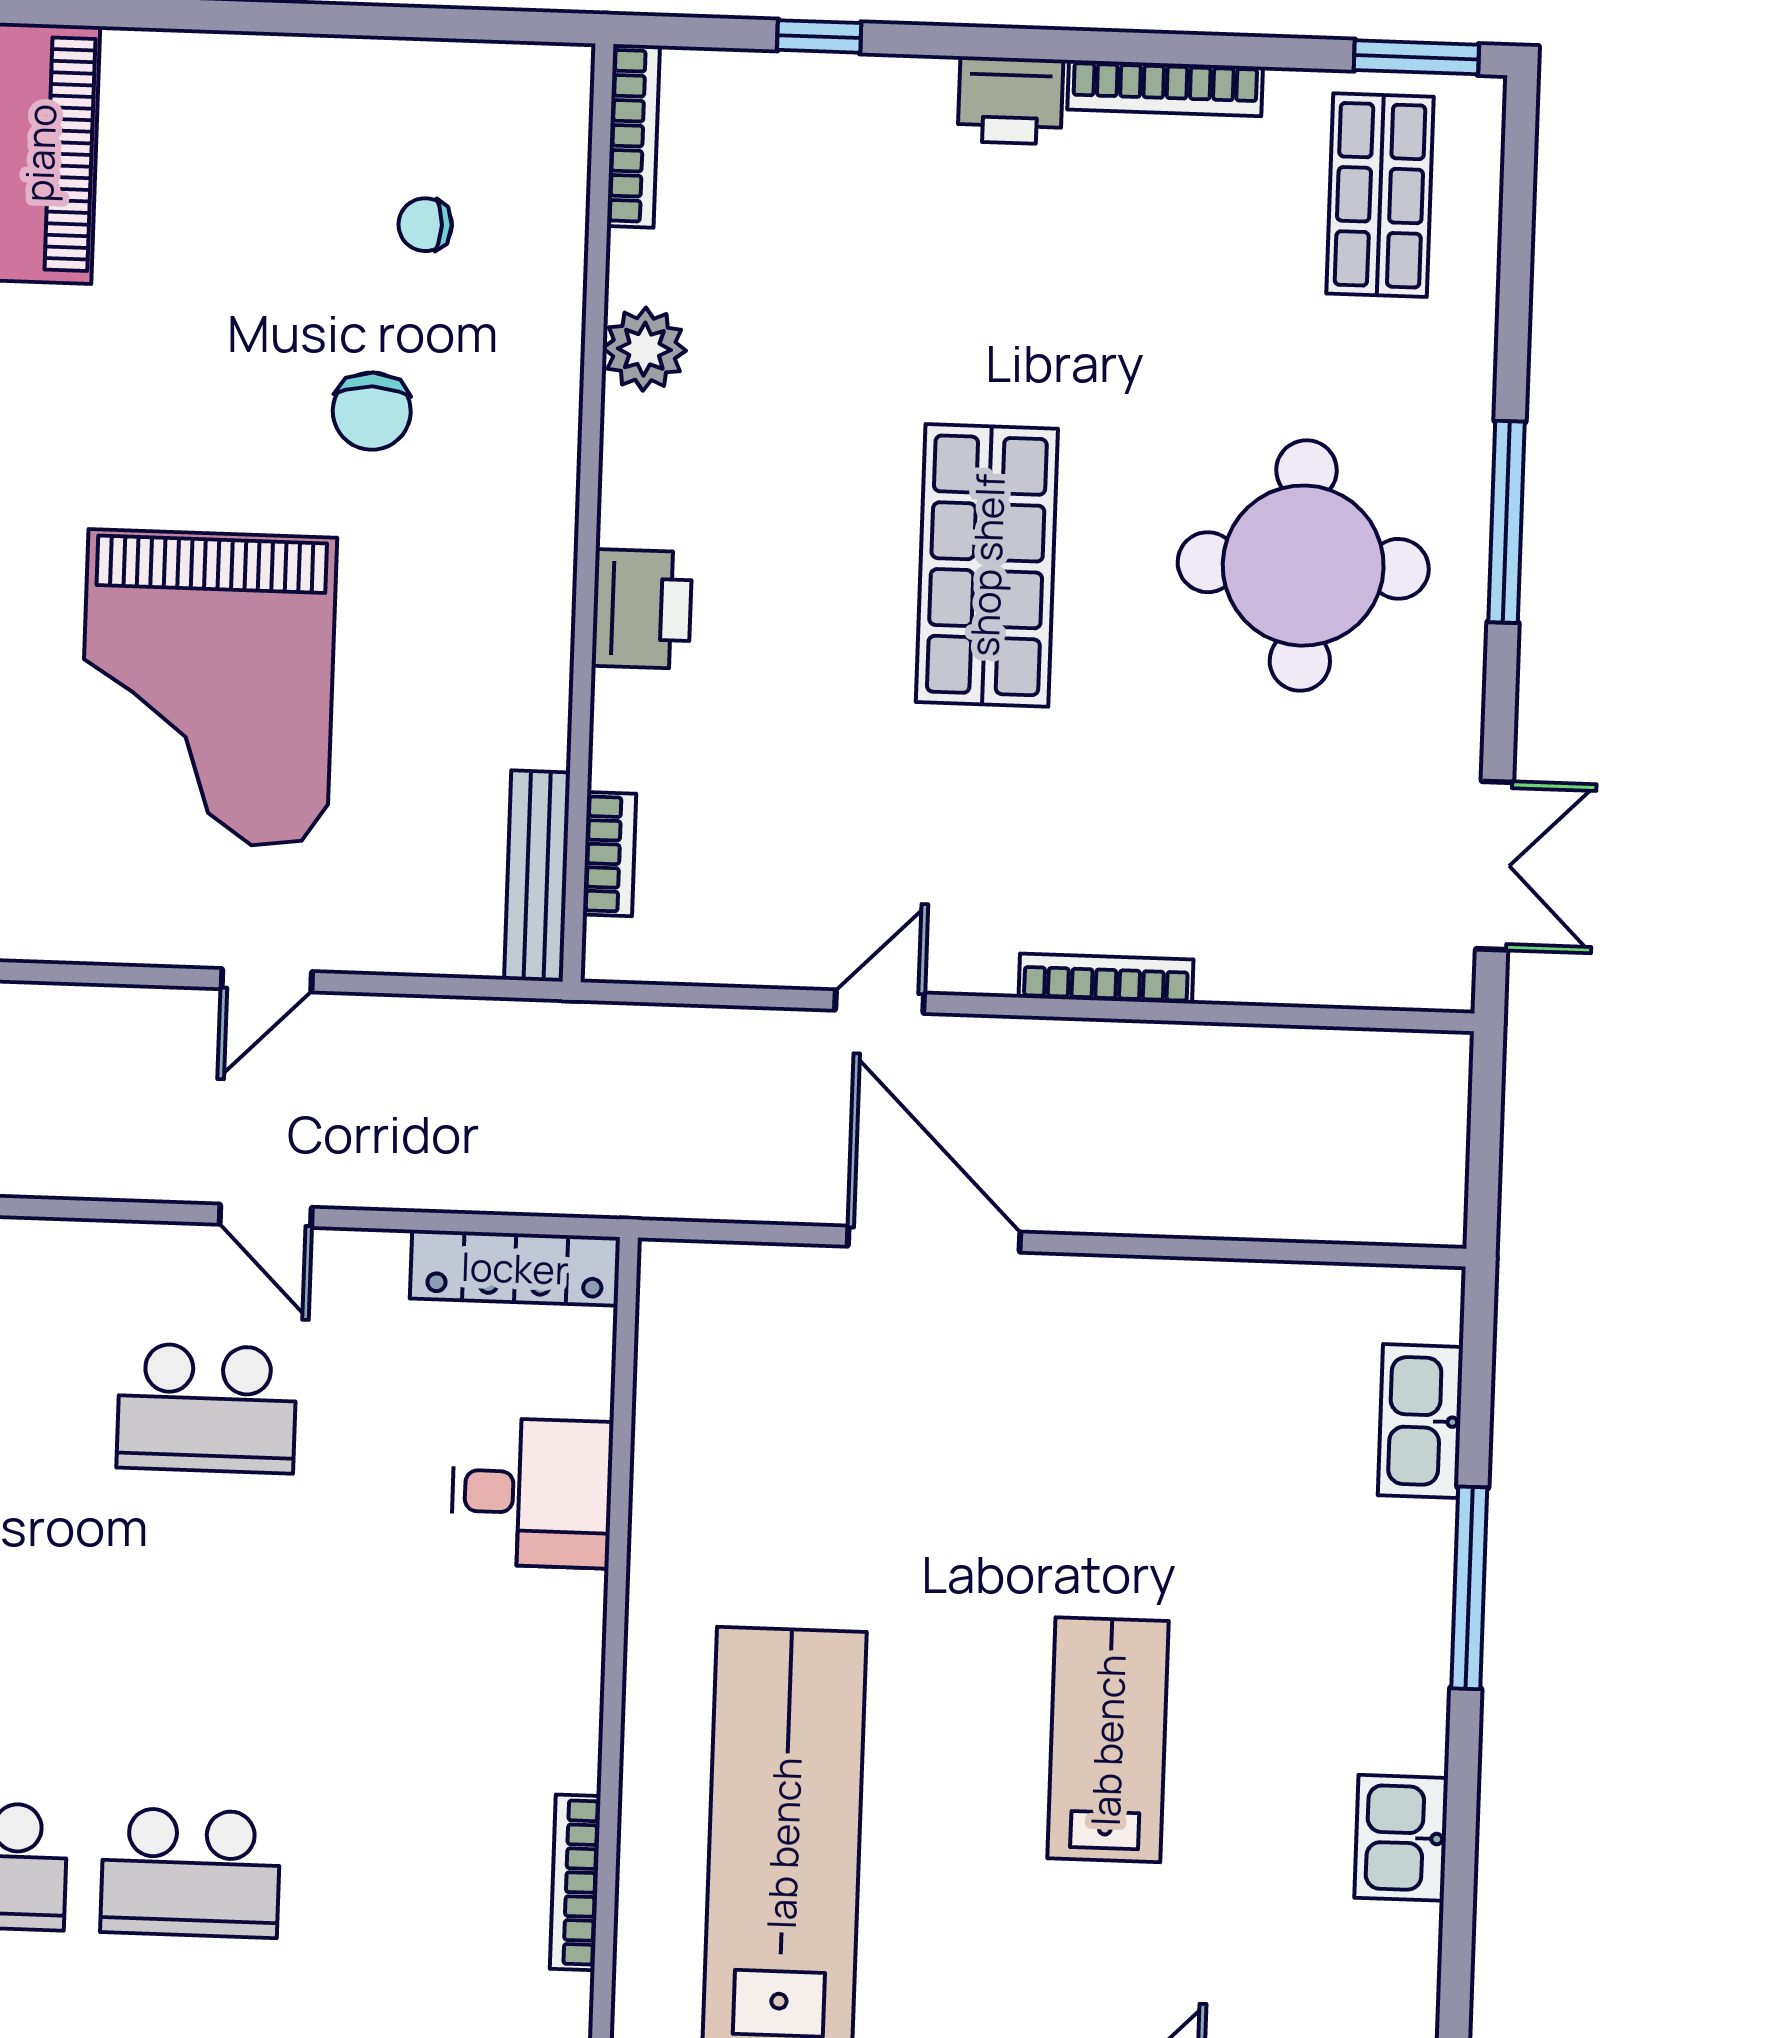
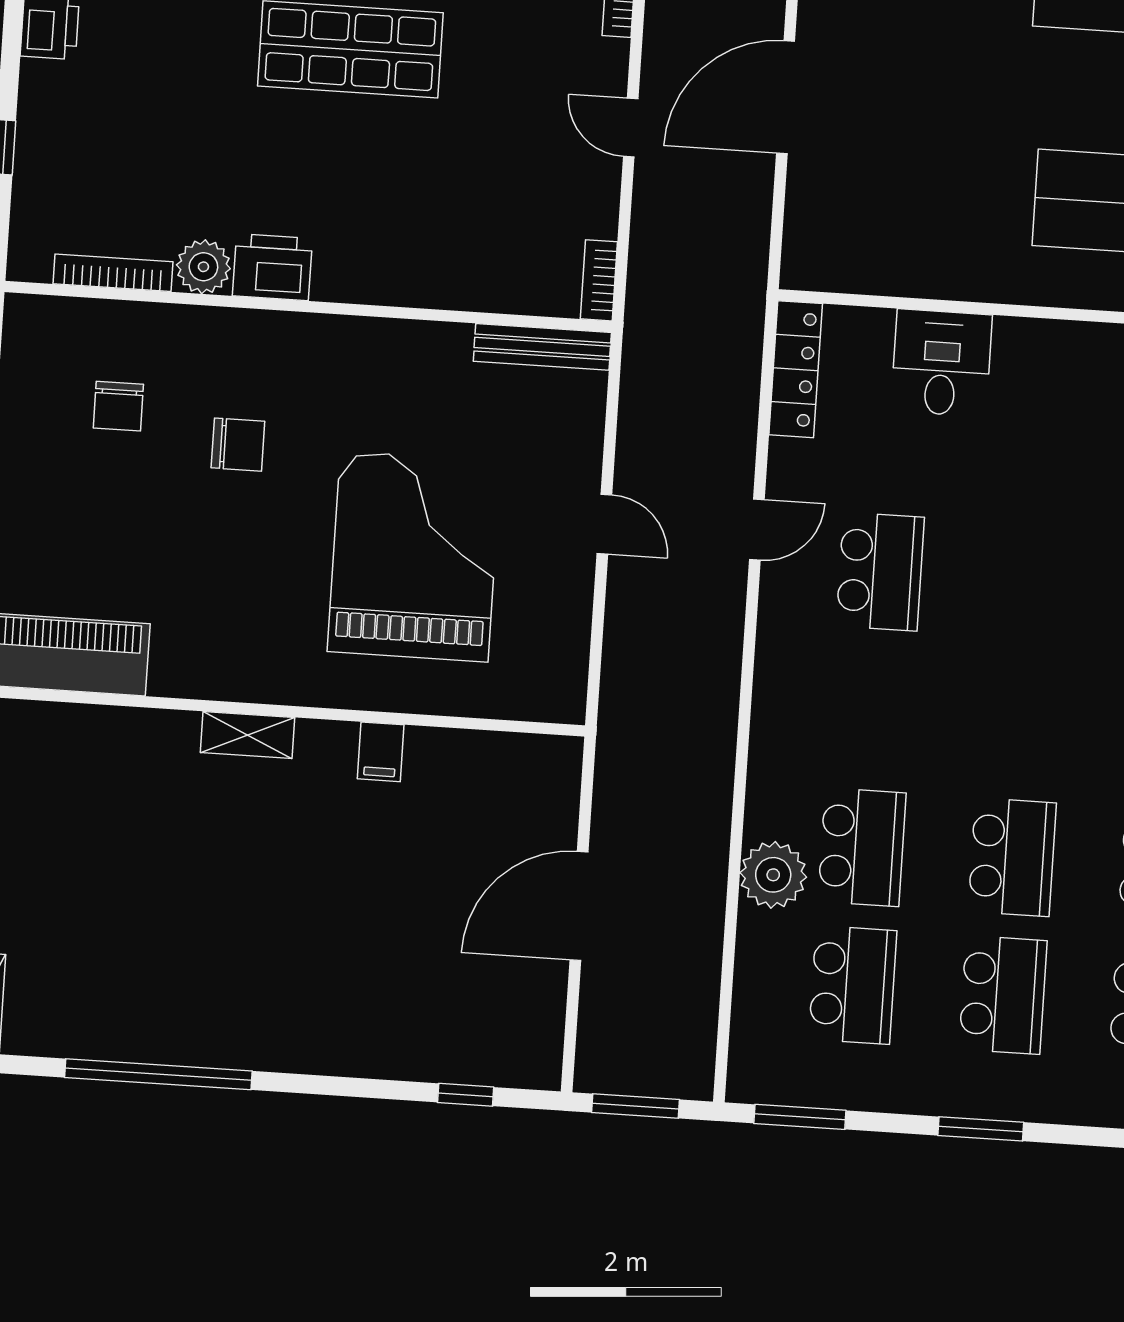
bookcase: (633, 136) -> (113, 273), moved
chair: (425, 225) -> (118, 406), width x1.37, depth x1.37
printer: (642, 609) -> (272, 267), moved
grand piano: (207, 688) -> (414, 557), turned -90
bookcase: (609, 854) -> (599, 280), moved, turned -90

